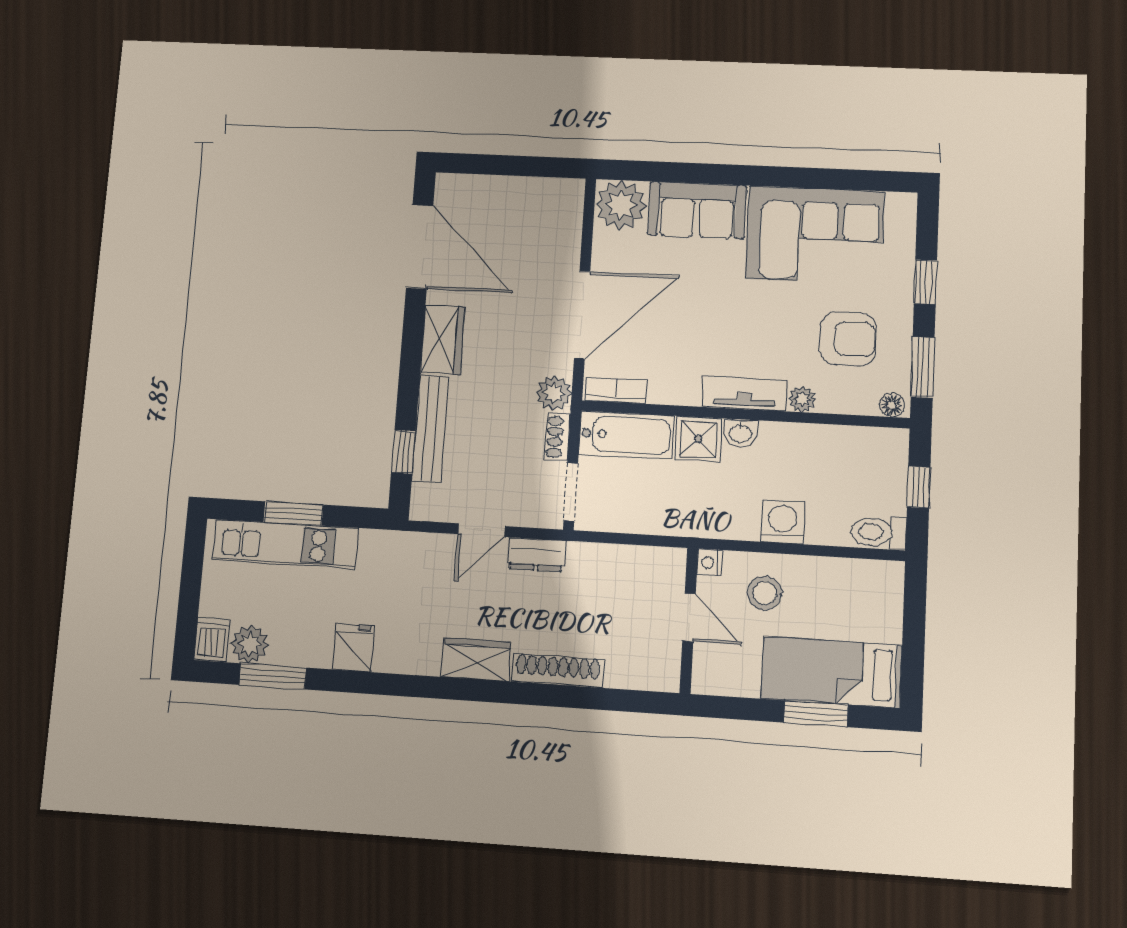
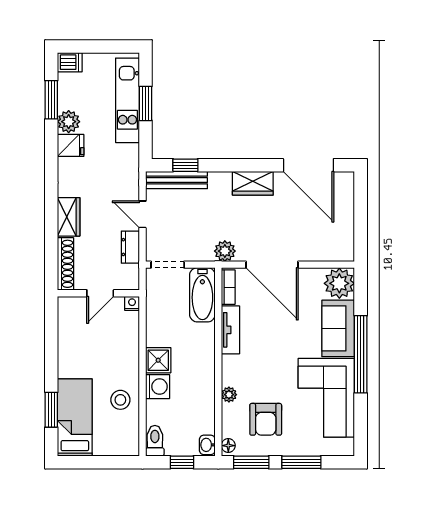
window: (743, 175) -> (361, 354), added
door: (420, 247) -> (308, 165), hinge flipped
window: (925, 282) -> (301, 462), width x1.50
tv unit: (745, 393) -> (230, 330), moved
bench: (430, 429) -> (176, 180), moved
washbasin: (741, 433) -> (207, 445), moved
shoe rack: (558, 437) -> (199, 255), removed
shower: (698, 439) -> (158, 360), moved
nightstand: (710, 562) -> (132, 303), moved
stool: (765, 593) -> (120, 400), moved
door: (689, 617) -> (100, 293), moved
wall: (689, 620) -> (98, 293), moved
plant: (250, 644) -> (69, 122), moved

